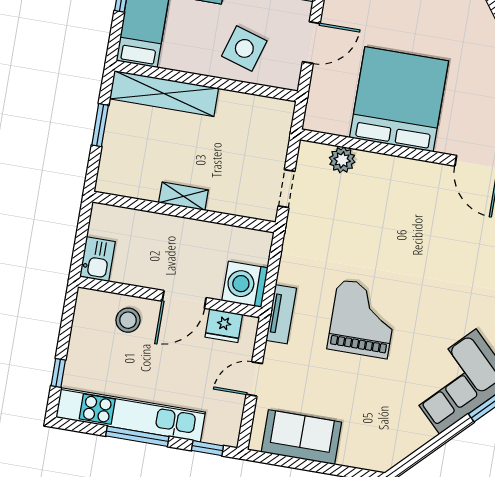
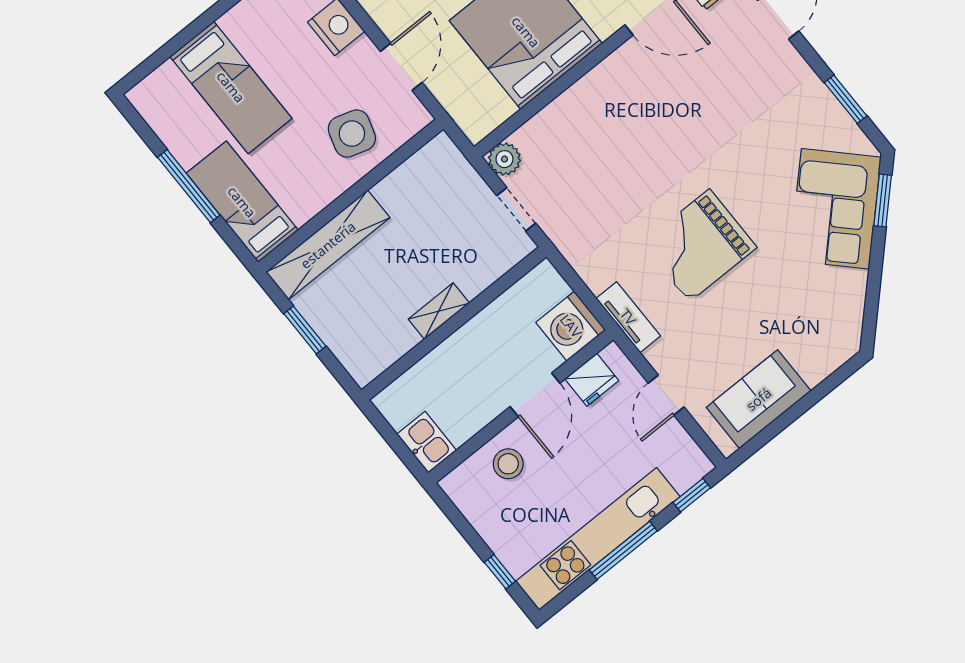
plant: (342, 160) -> (504, 159), moved
grand piano: (363, 319) -> (699, 245), turned -90

